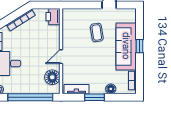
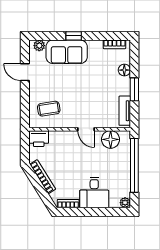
plant: (131, 17) -> (39, 46), added
coffee table: (97, 33) -> (49, 109), moved
sofa: (126, 46) -> (67, 52), width x0.73

